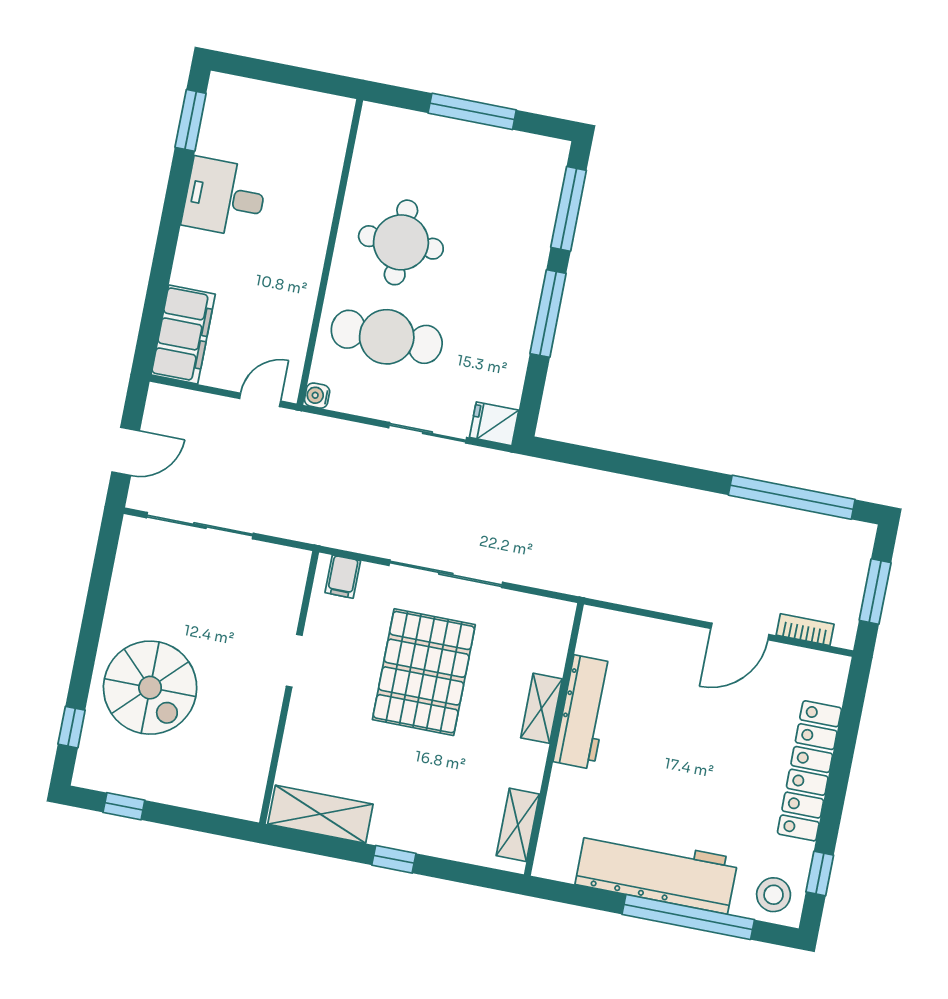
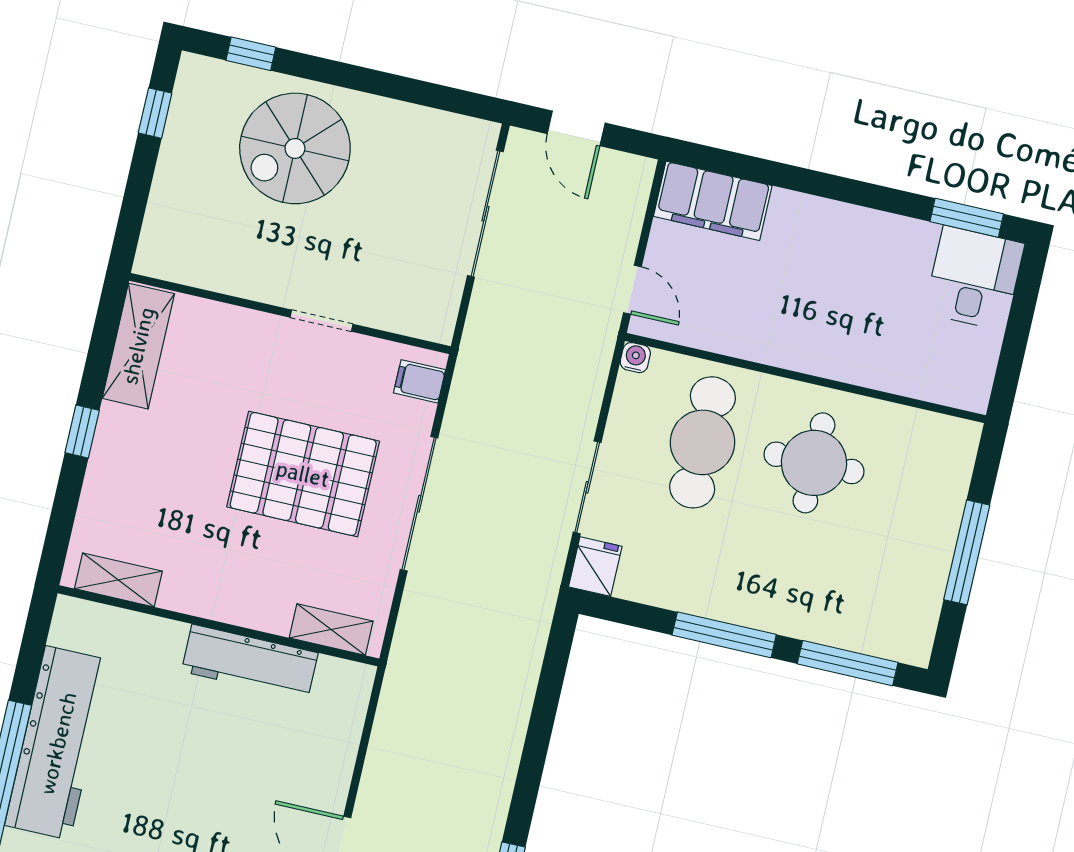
desk: (225, 197) -> (974, 278), moved
shelving: (541, 708) -> (331, 629), moved

